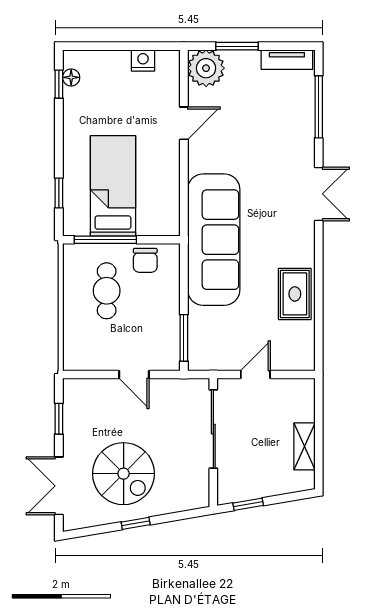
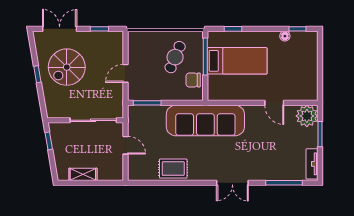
nightstand: (143, 60) -> (311, 79), removed
floor lamp: (71, 77) -> (285, 36), moved
cafe table: (107, 291) -> (175, 57), turned -67

